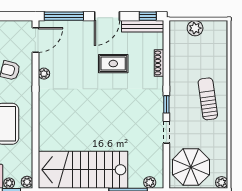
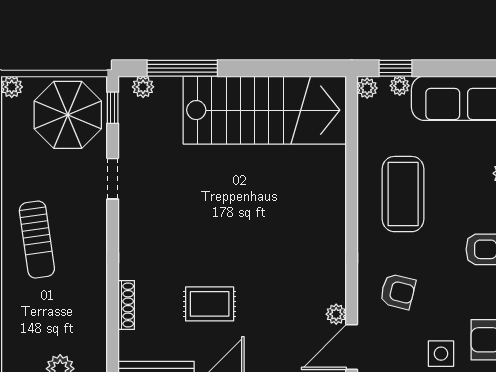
plant: (44, 74) -> (336, 314), moved
window: (166, 104) -> (113, 108), moved

